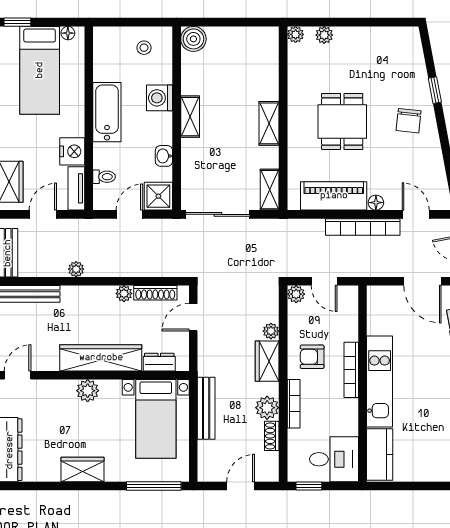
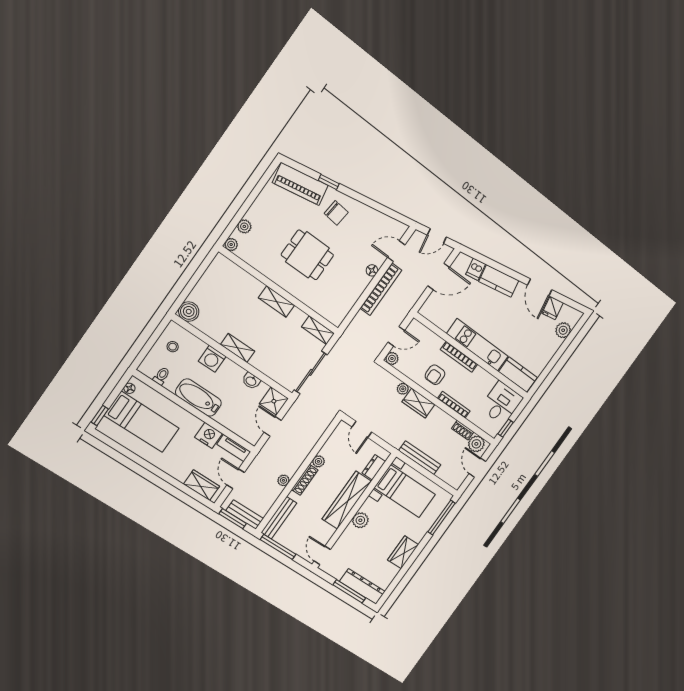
toilet: (104, 177) -> (161, 376), moved
piano: (334, 196) -> (300, 184), moved, turned -101
shoe rack: (155, 293) -> (305, 480), moved
plant: (267, 408) -> (476, 444), moved

